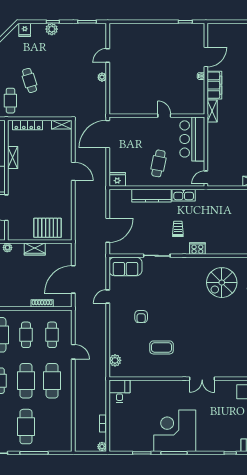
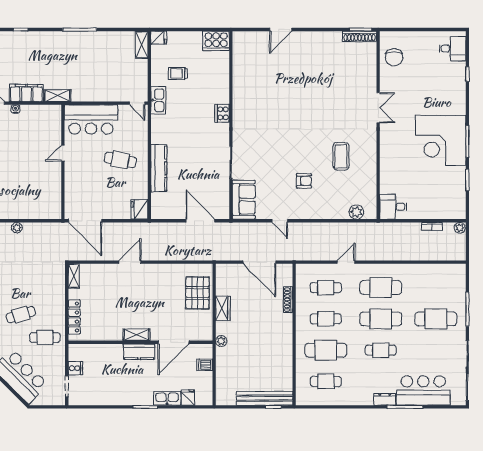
shelving: (13, 157) -> (136, 335), moved
kitchen sink: (184, 195) -> (158, 100), moved
trolley: (178, 229) -> (178, 74), moved
spiral stairs: (222, 283) -> (263, 84), removed

